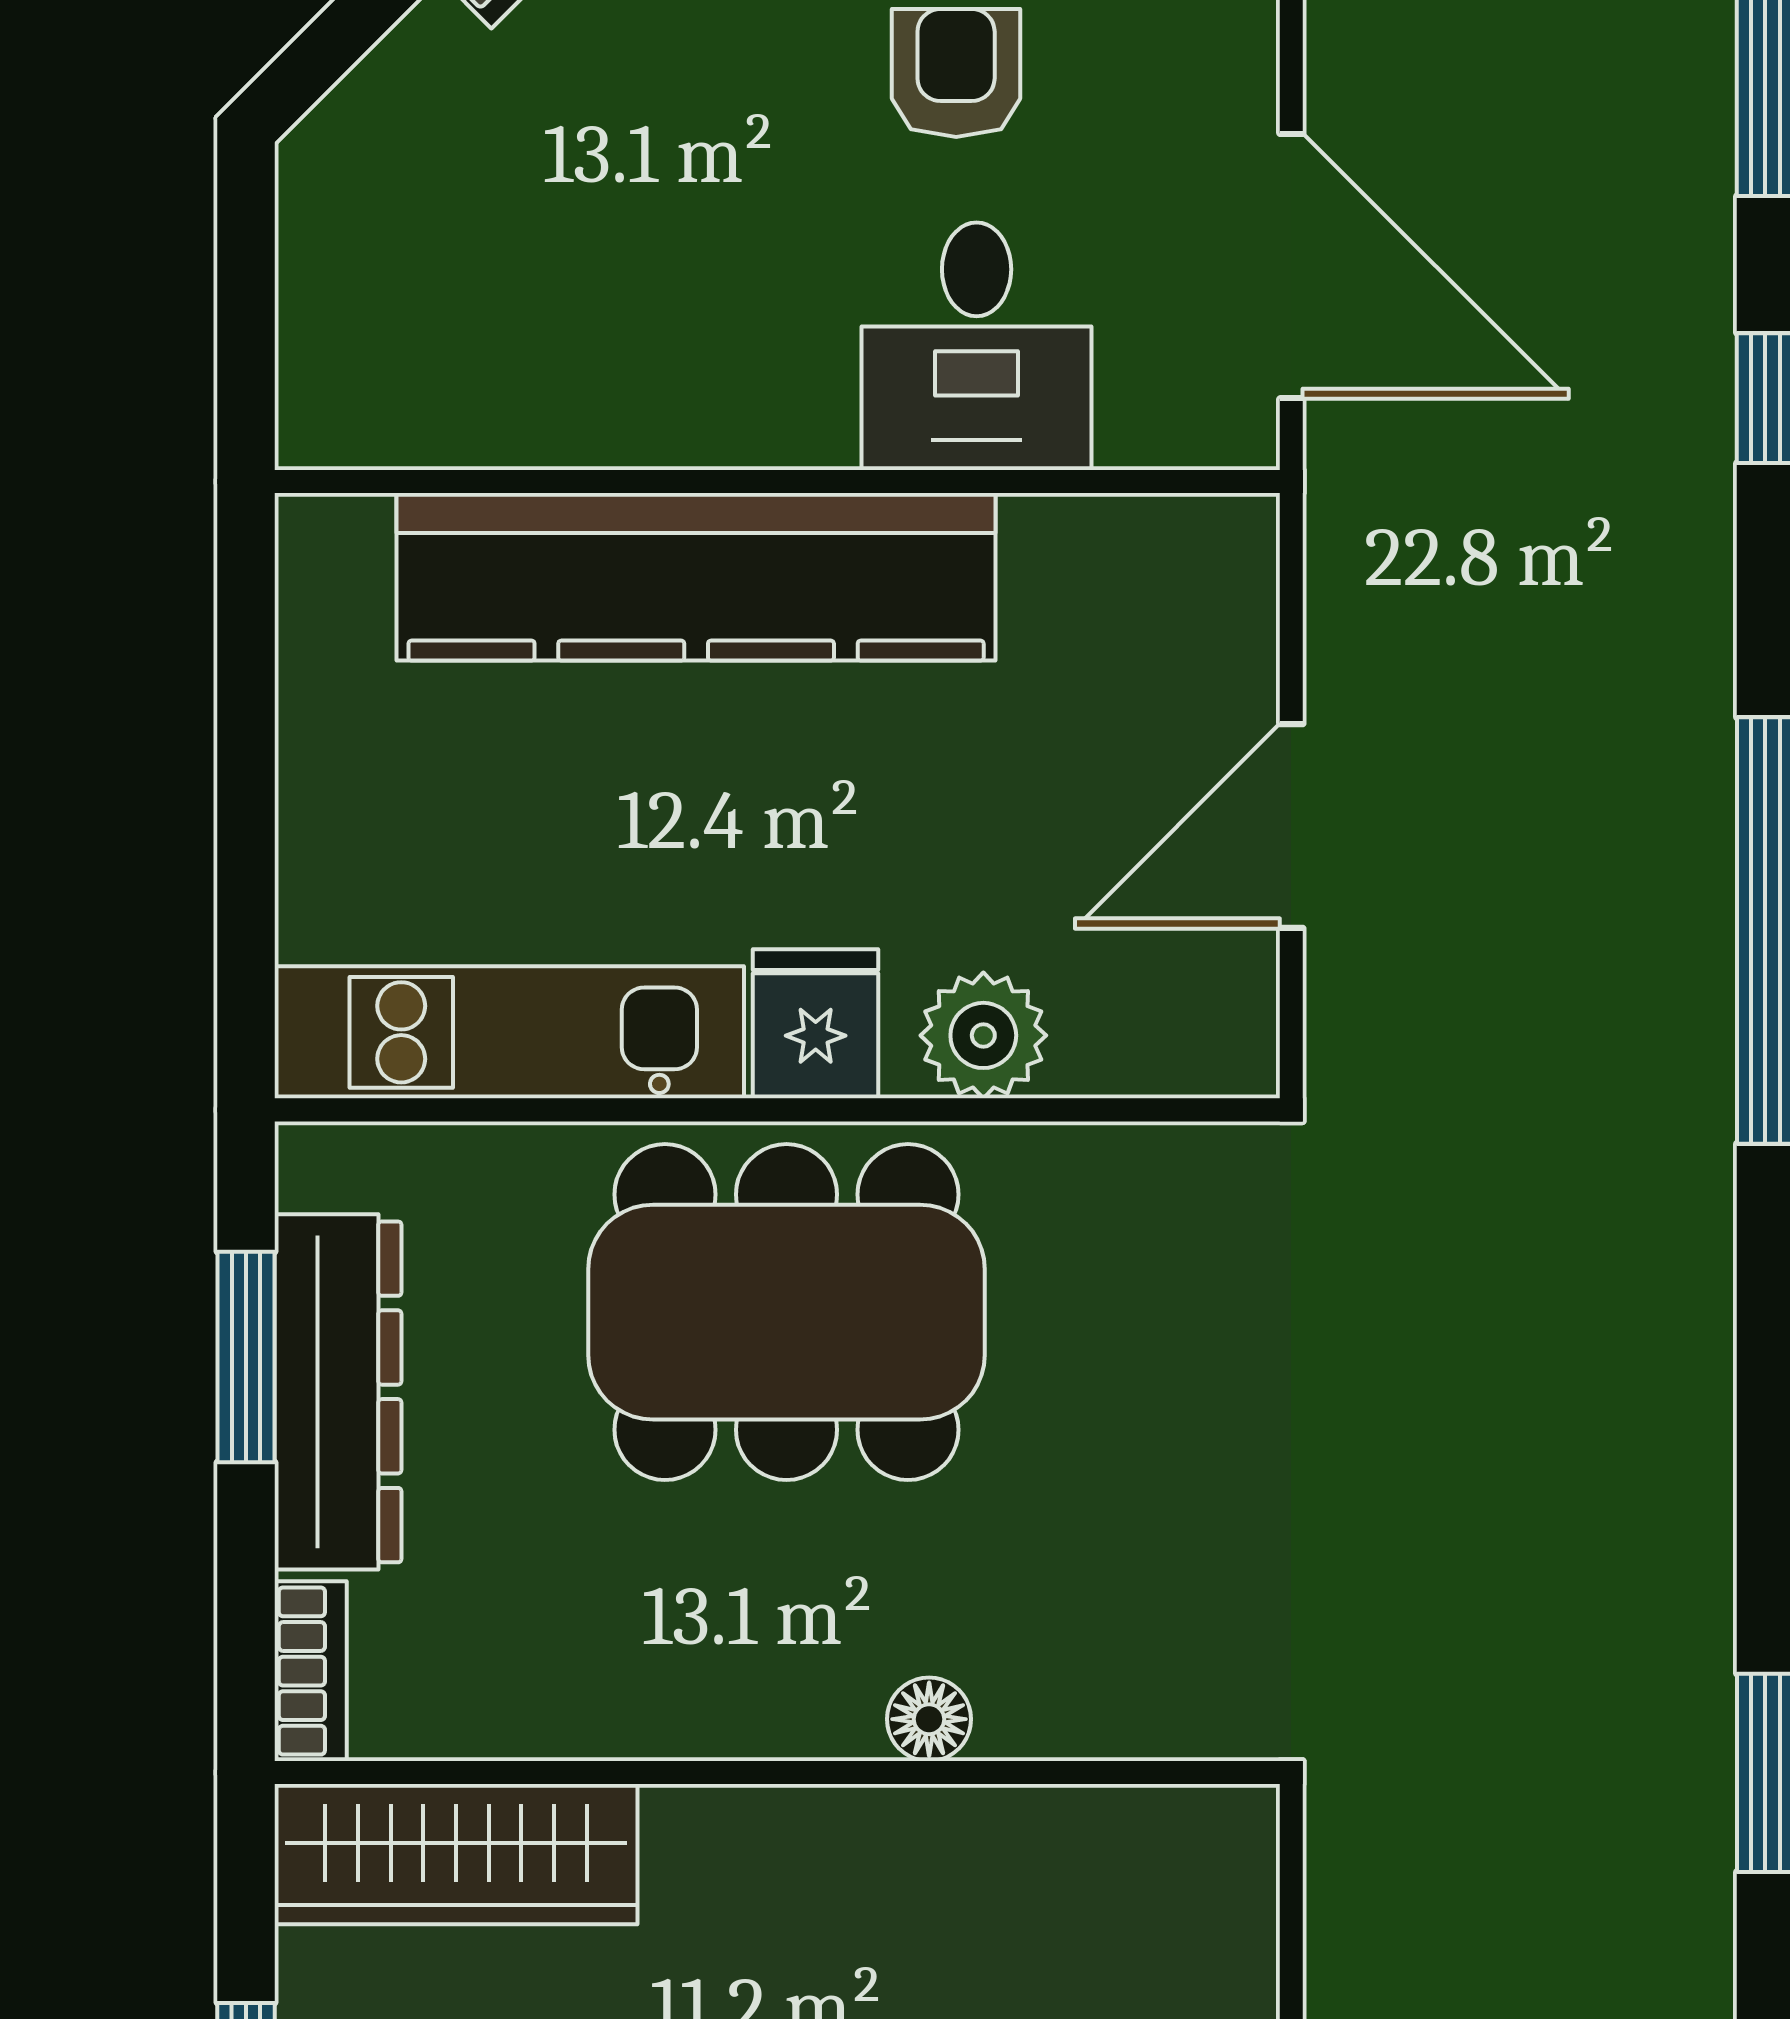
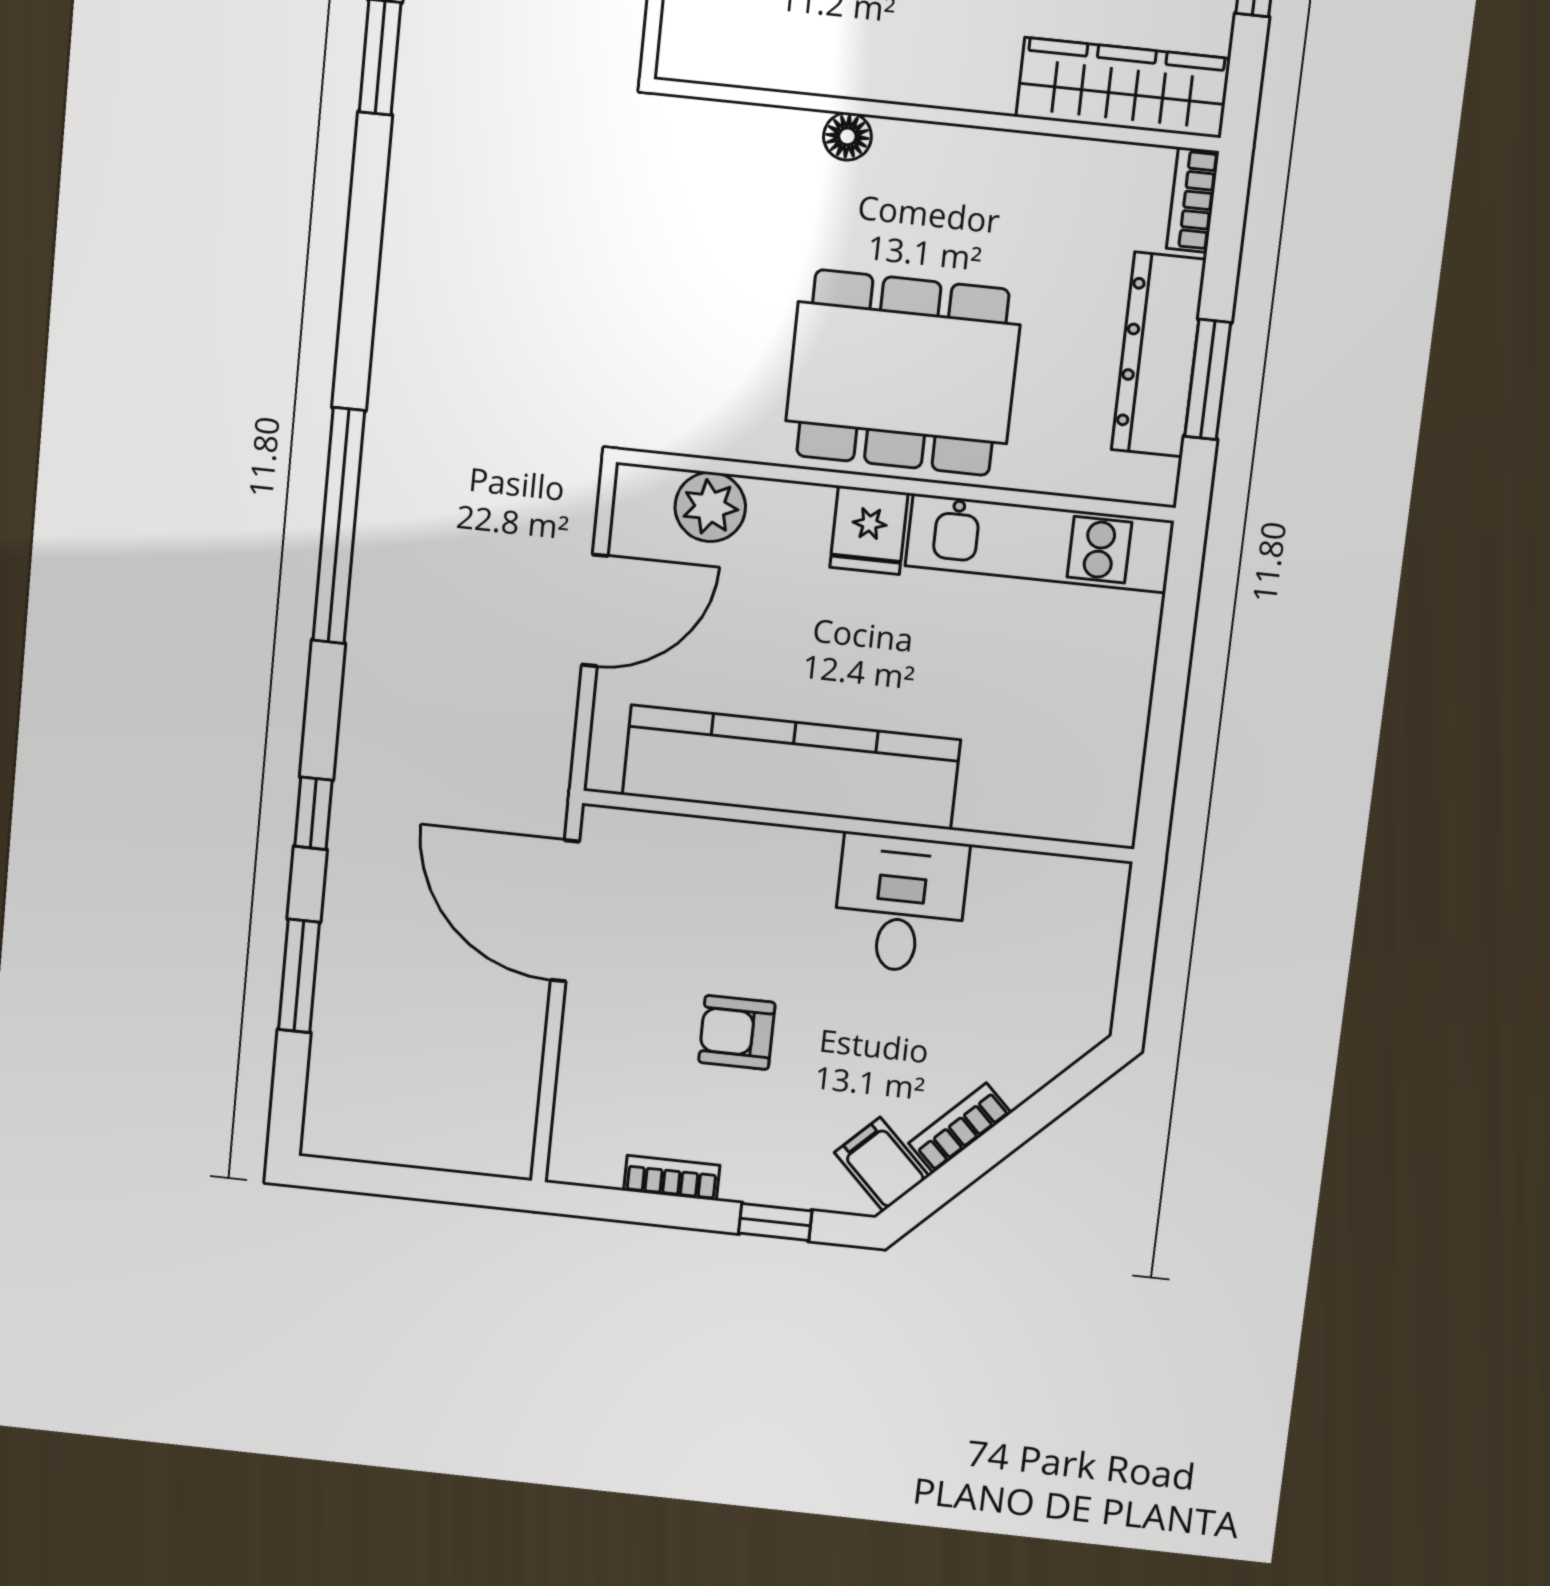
armchair: (956, 73) -> (737, 1032), turned 90
desk: (977, 346) -> (900, 904), moved
kitchen counter: (696, 577) -> (791, 767), moved
plant: (983, 1035) -> (710, 507), moved

